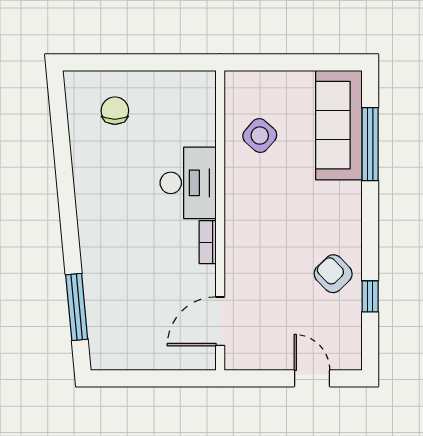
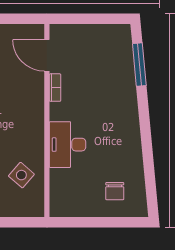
bookcase: (208, 242) -> (55, 88), moved
door: (220, 321) -> (47, 55), swing flipped

